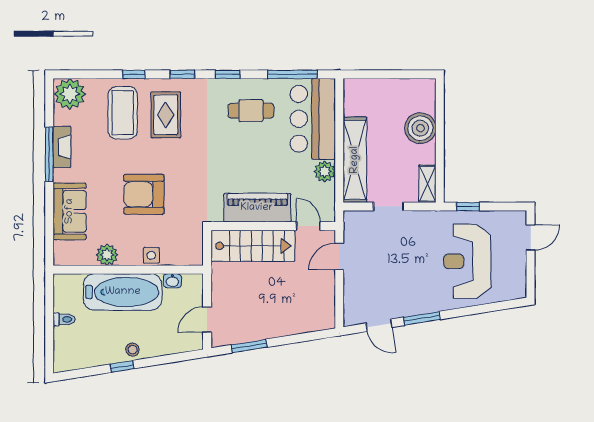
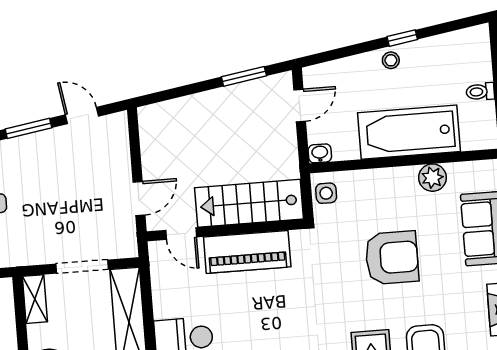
plant: (325, 171) -> (166, 304), removed
doorway: (388, 206) -> (82, 267), width x1.38
side table: (151, 255) -> (326, 193), moved
washbasin: (172, 281) -> (320, 153), moved

